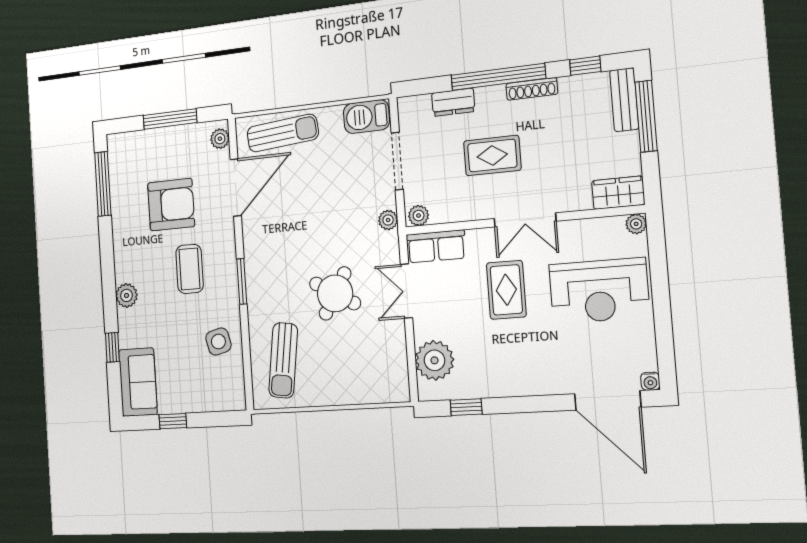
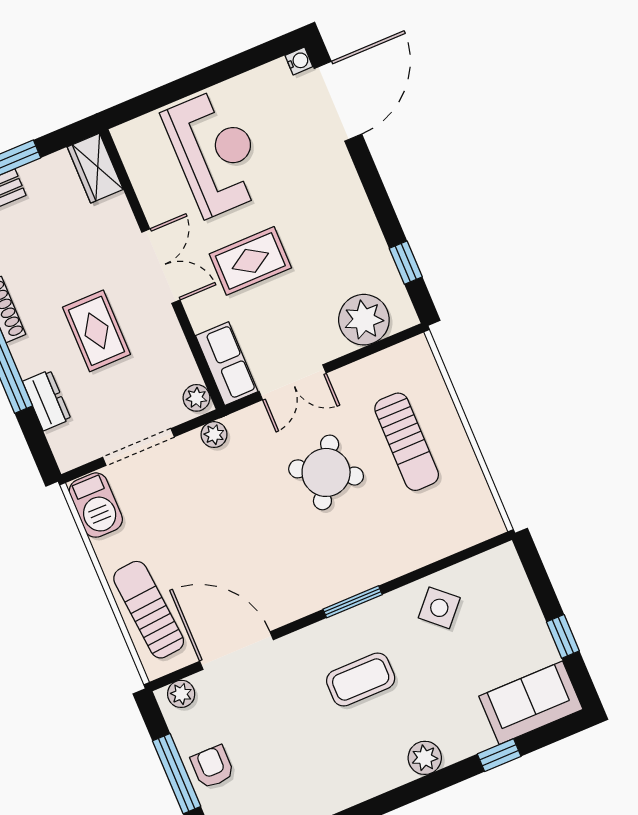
armchair: (171, 205) -> (212, 767), moved, width x0.53, depth x0.53
plant: (636, 224) -> (125, 136), removed
side table: (218, 342) -> (439, 608), turned -34
sun lounger: (283, 360) -> (407, 442), moved, turned 82

